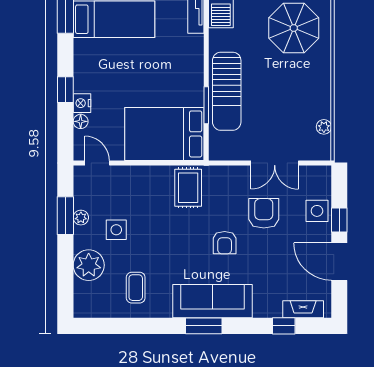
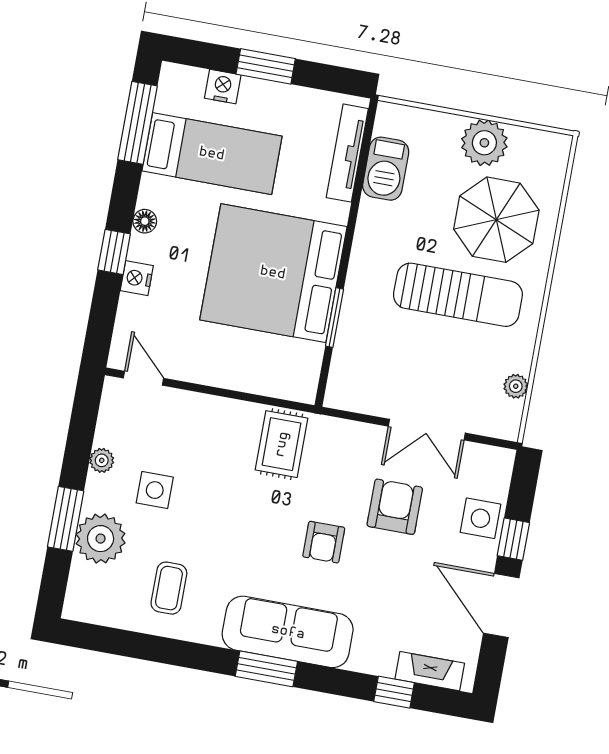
sun lounger: (227, 91) -> (458, 295), moved, turned -90
floor lamp: (81, 121) -> (145, 221), moved
bed: (164, 134) -> (273, 273), moved, width x1.36
window: (65, 216) -> (66, 519), moved

